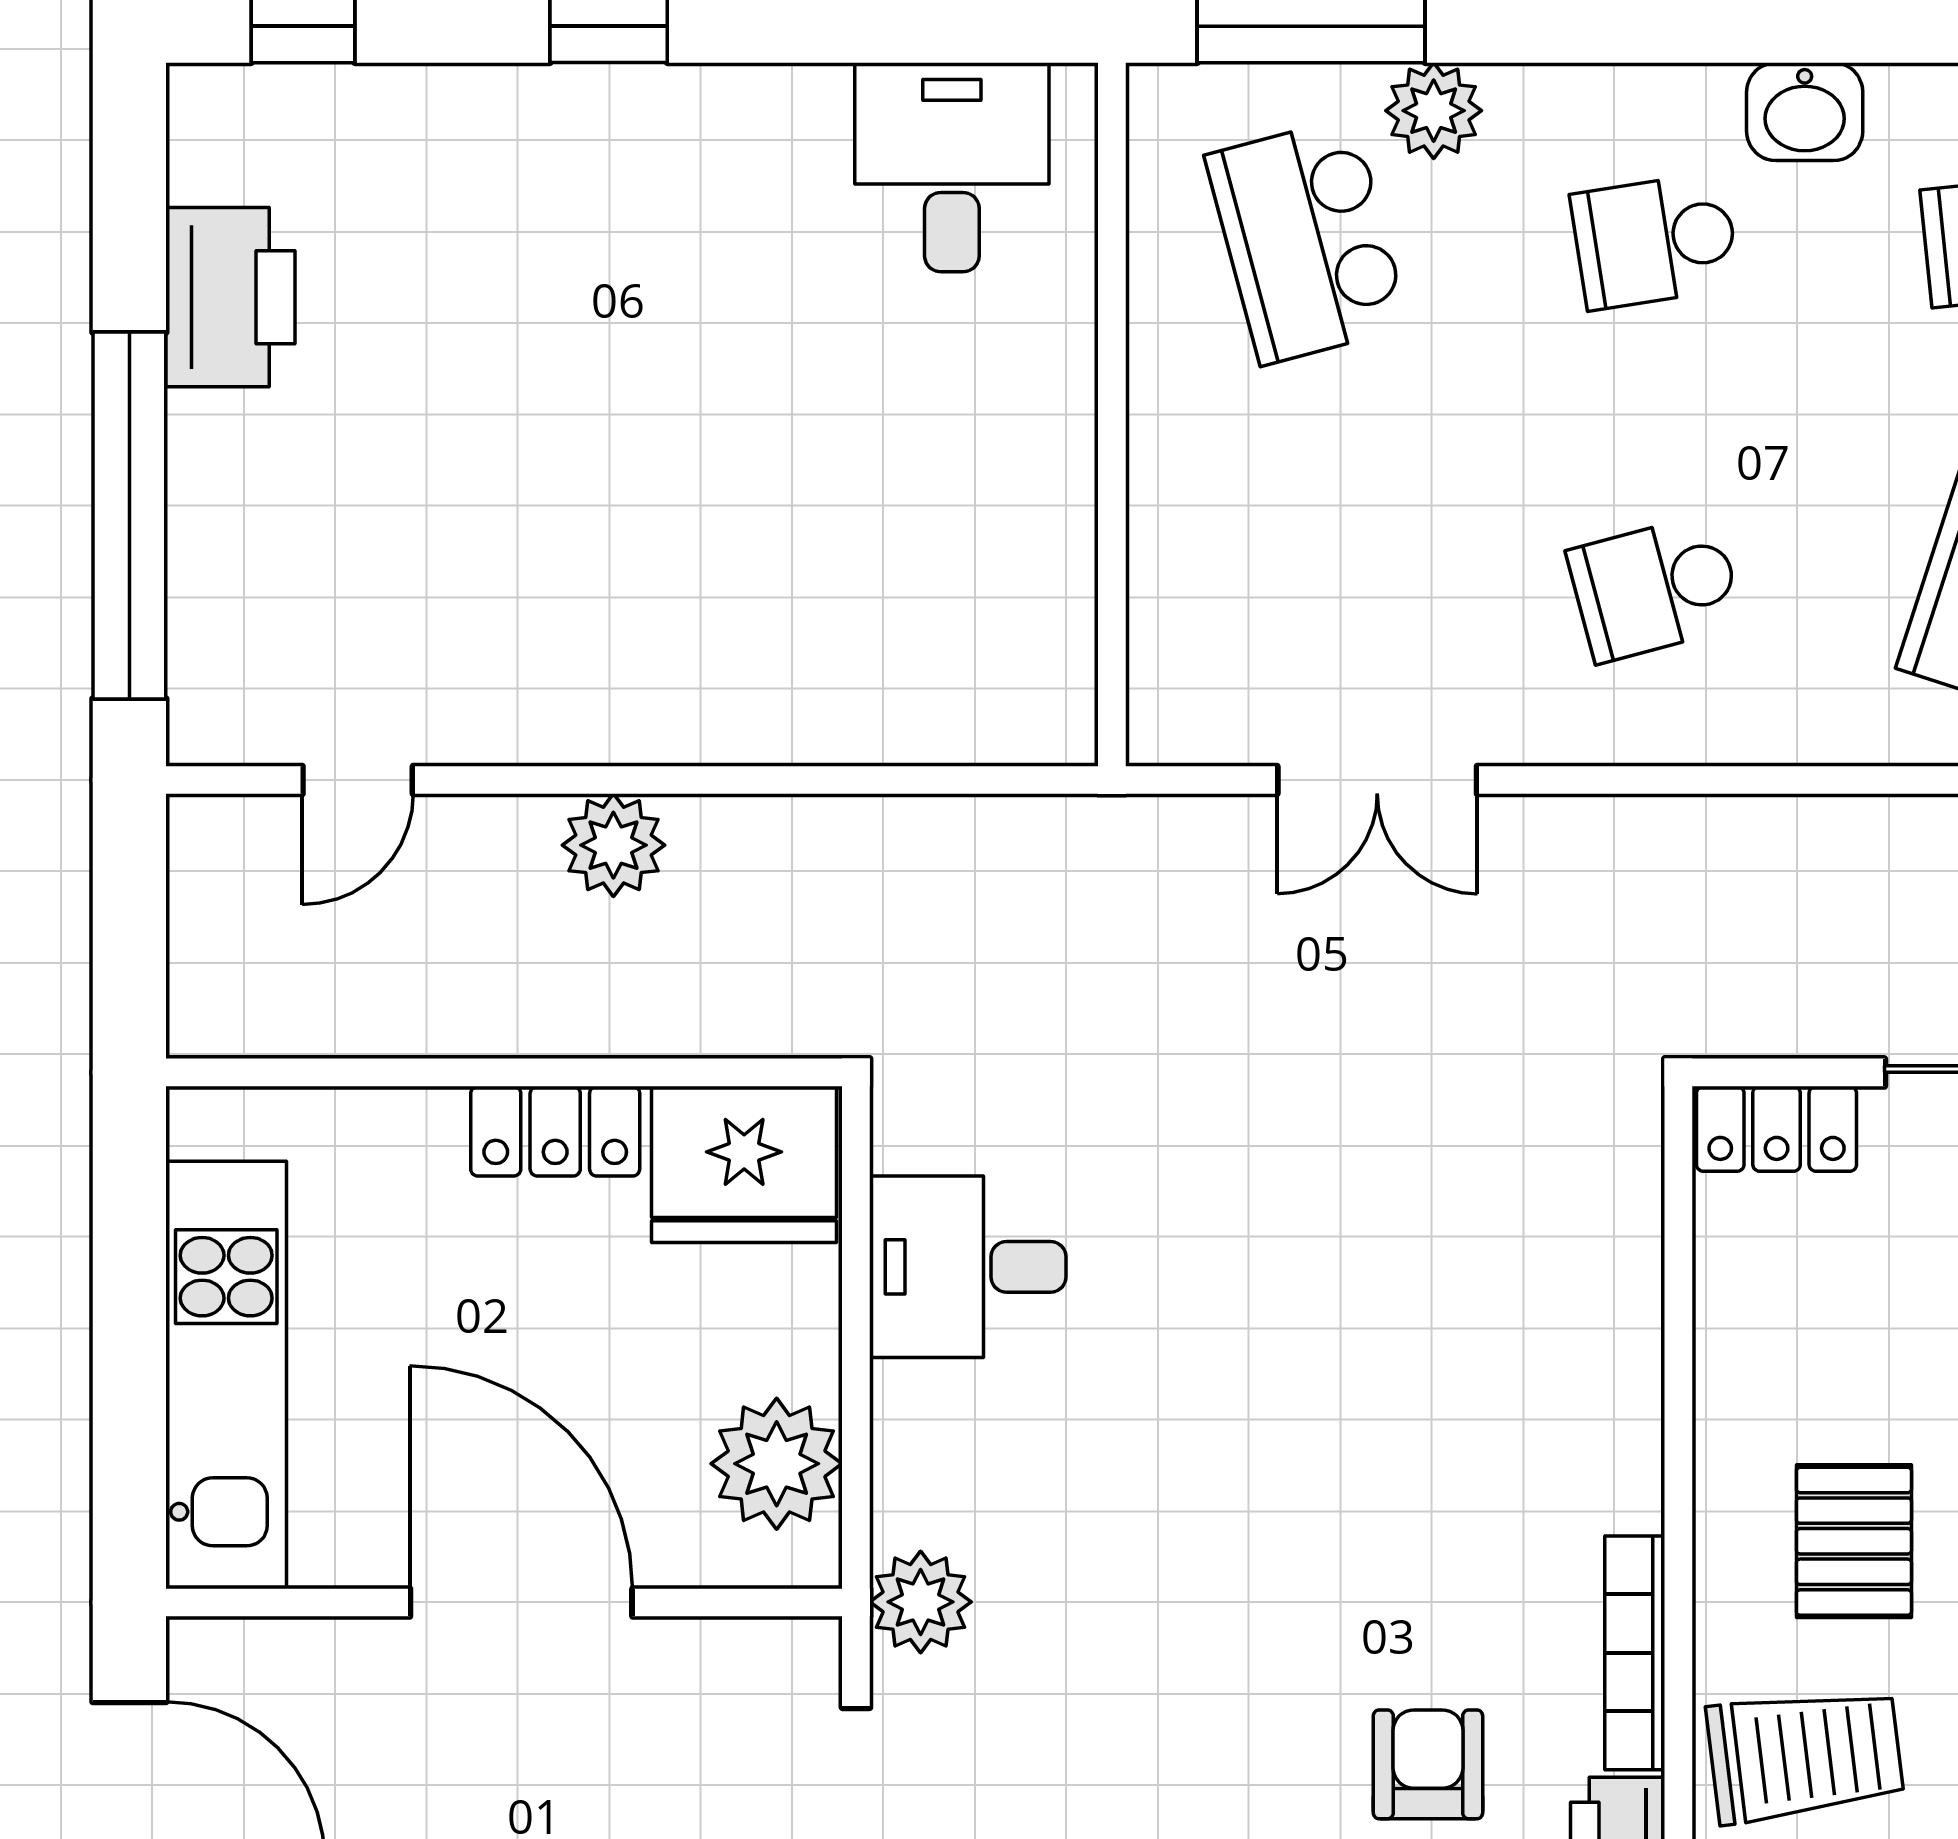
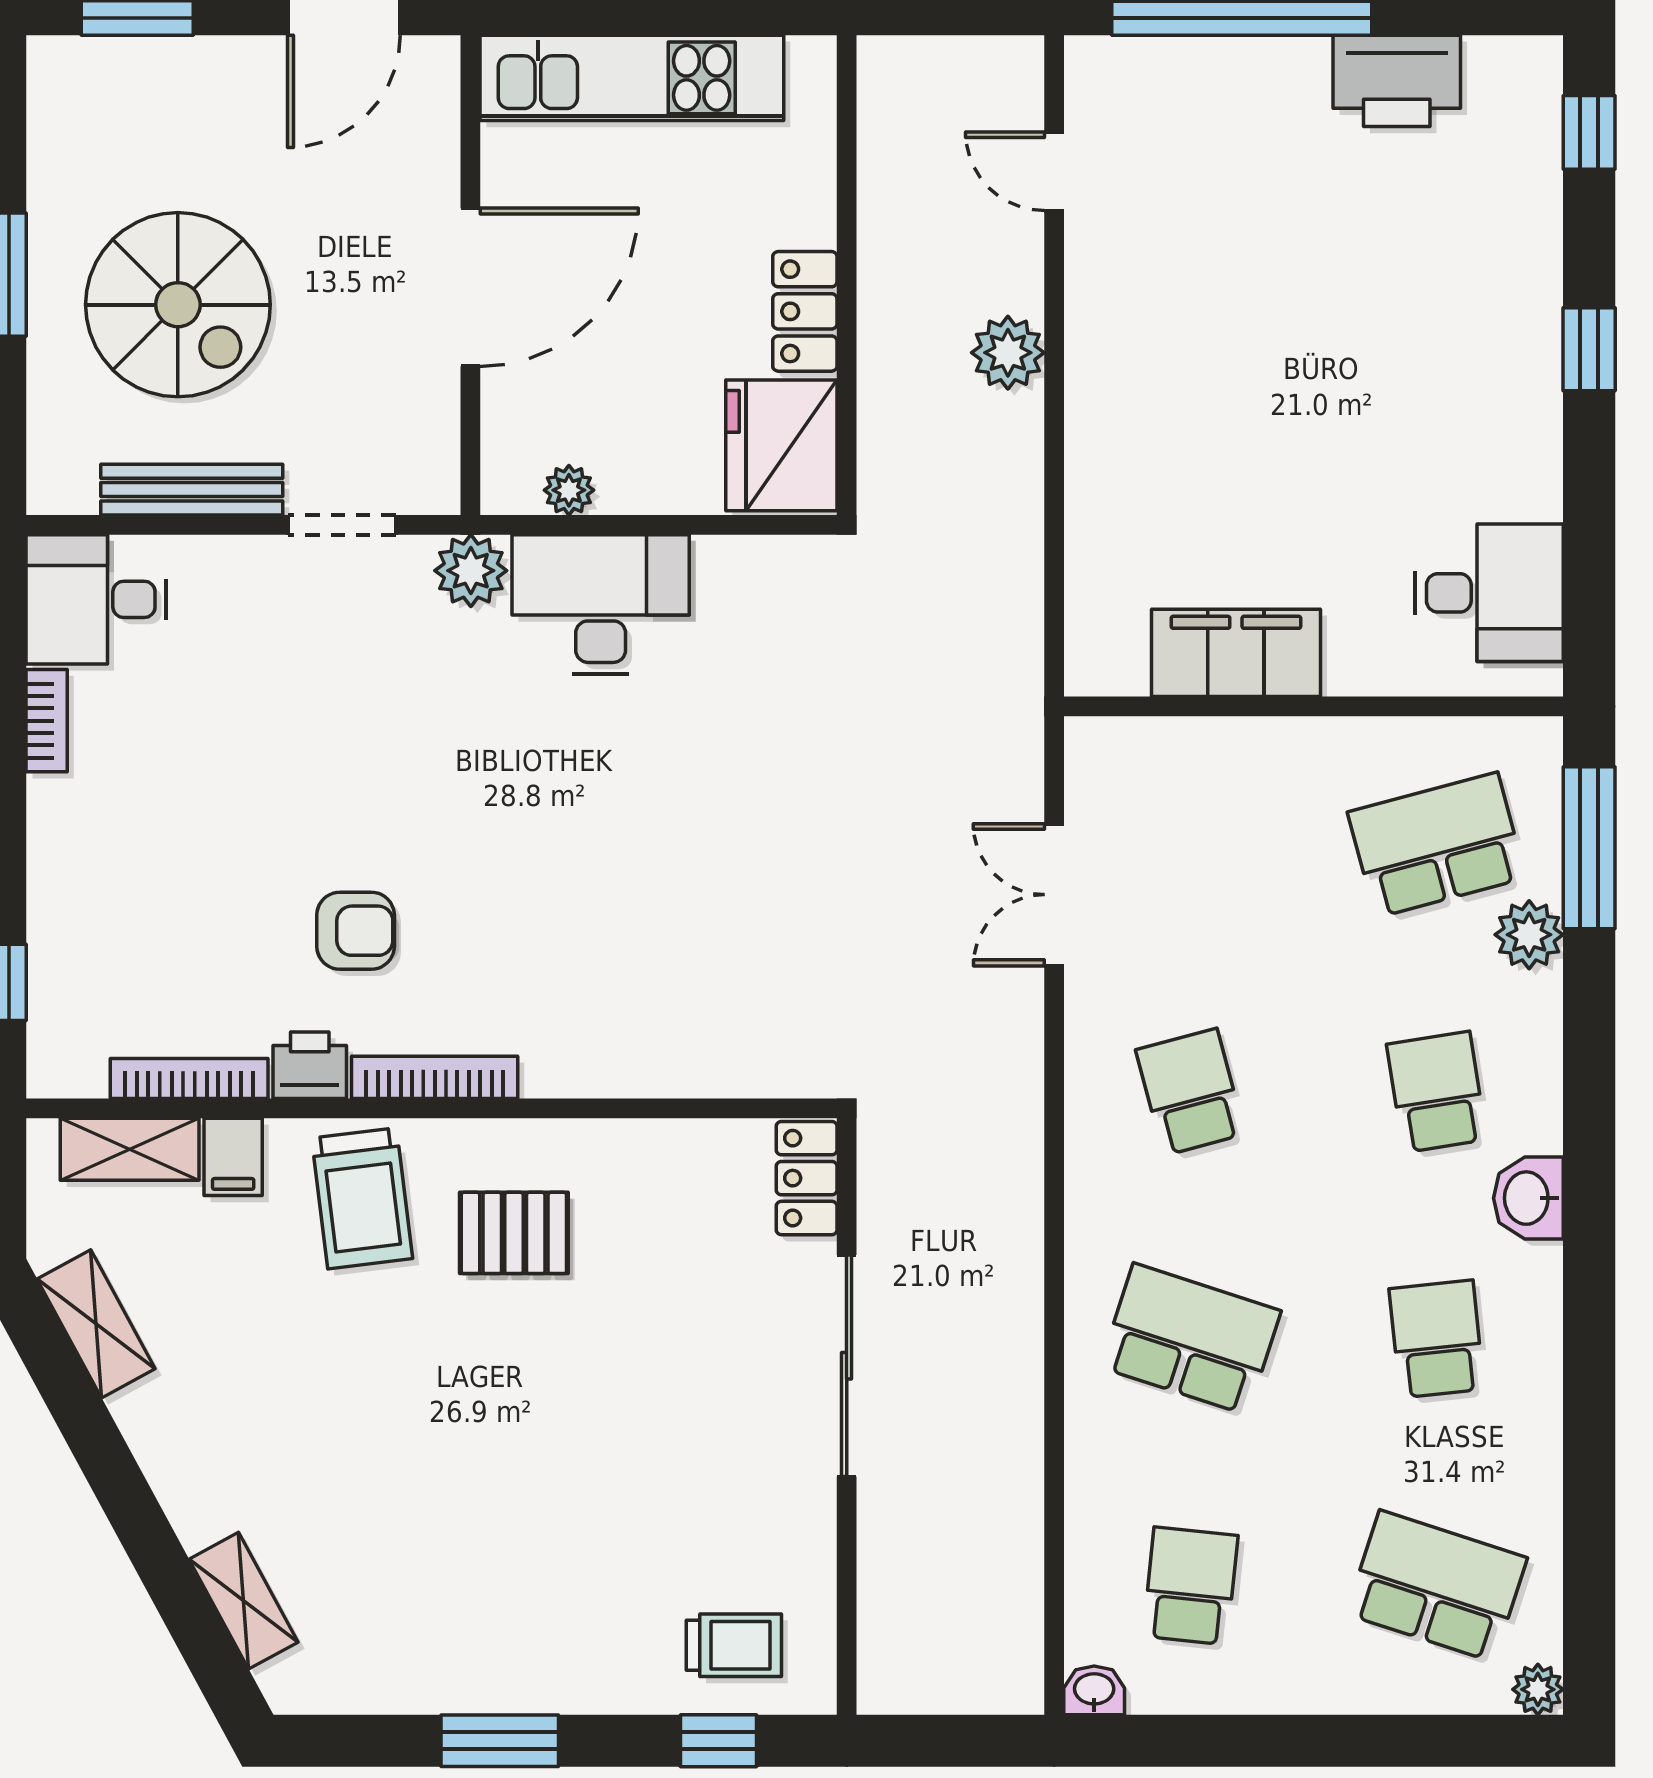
filing cabinet: (1036, 524) -> (1236, 653), added
desk: (968, 1267) -> (601, 604), moved, width x1.37
plant: (777, 1464) -> (569, 490), width x0.53, depth x0.53

